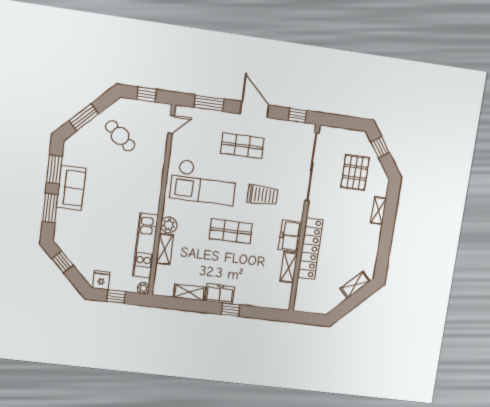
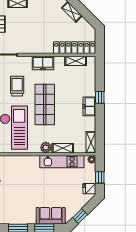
sofa: (71, 188) -> (51, 216), moved
shop shelf: (231, 231) -> (45, 105), width x1.43, depth x1.36
locker: (310, 249) -> (74, 48), moved
shelving: (289, 267) -> (76, 61), moved
shelving: (189, 292) -> (91, 142), moved

